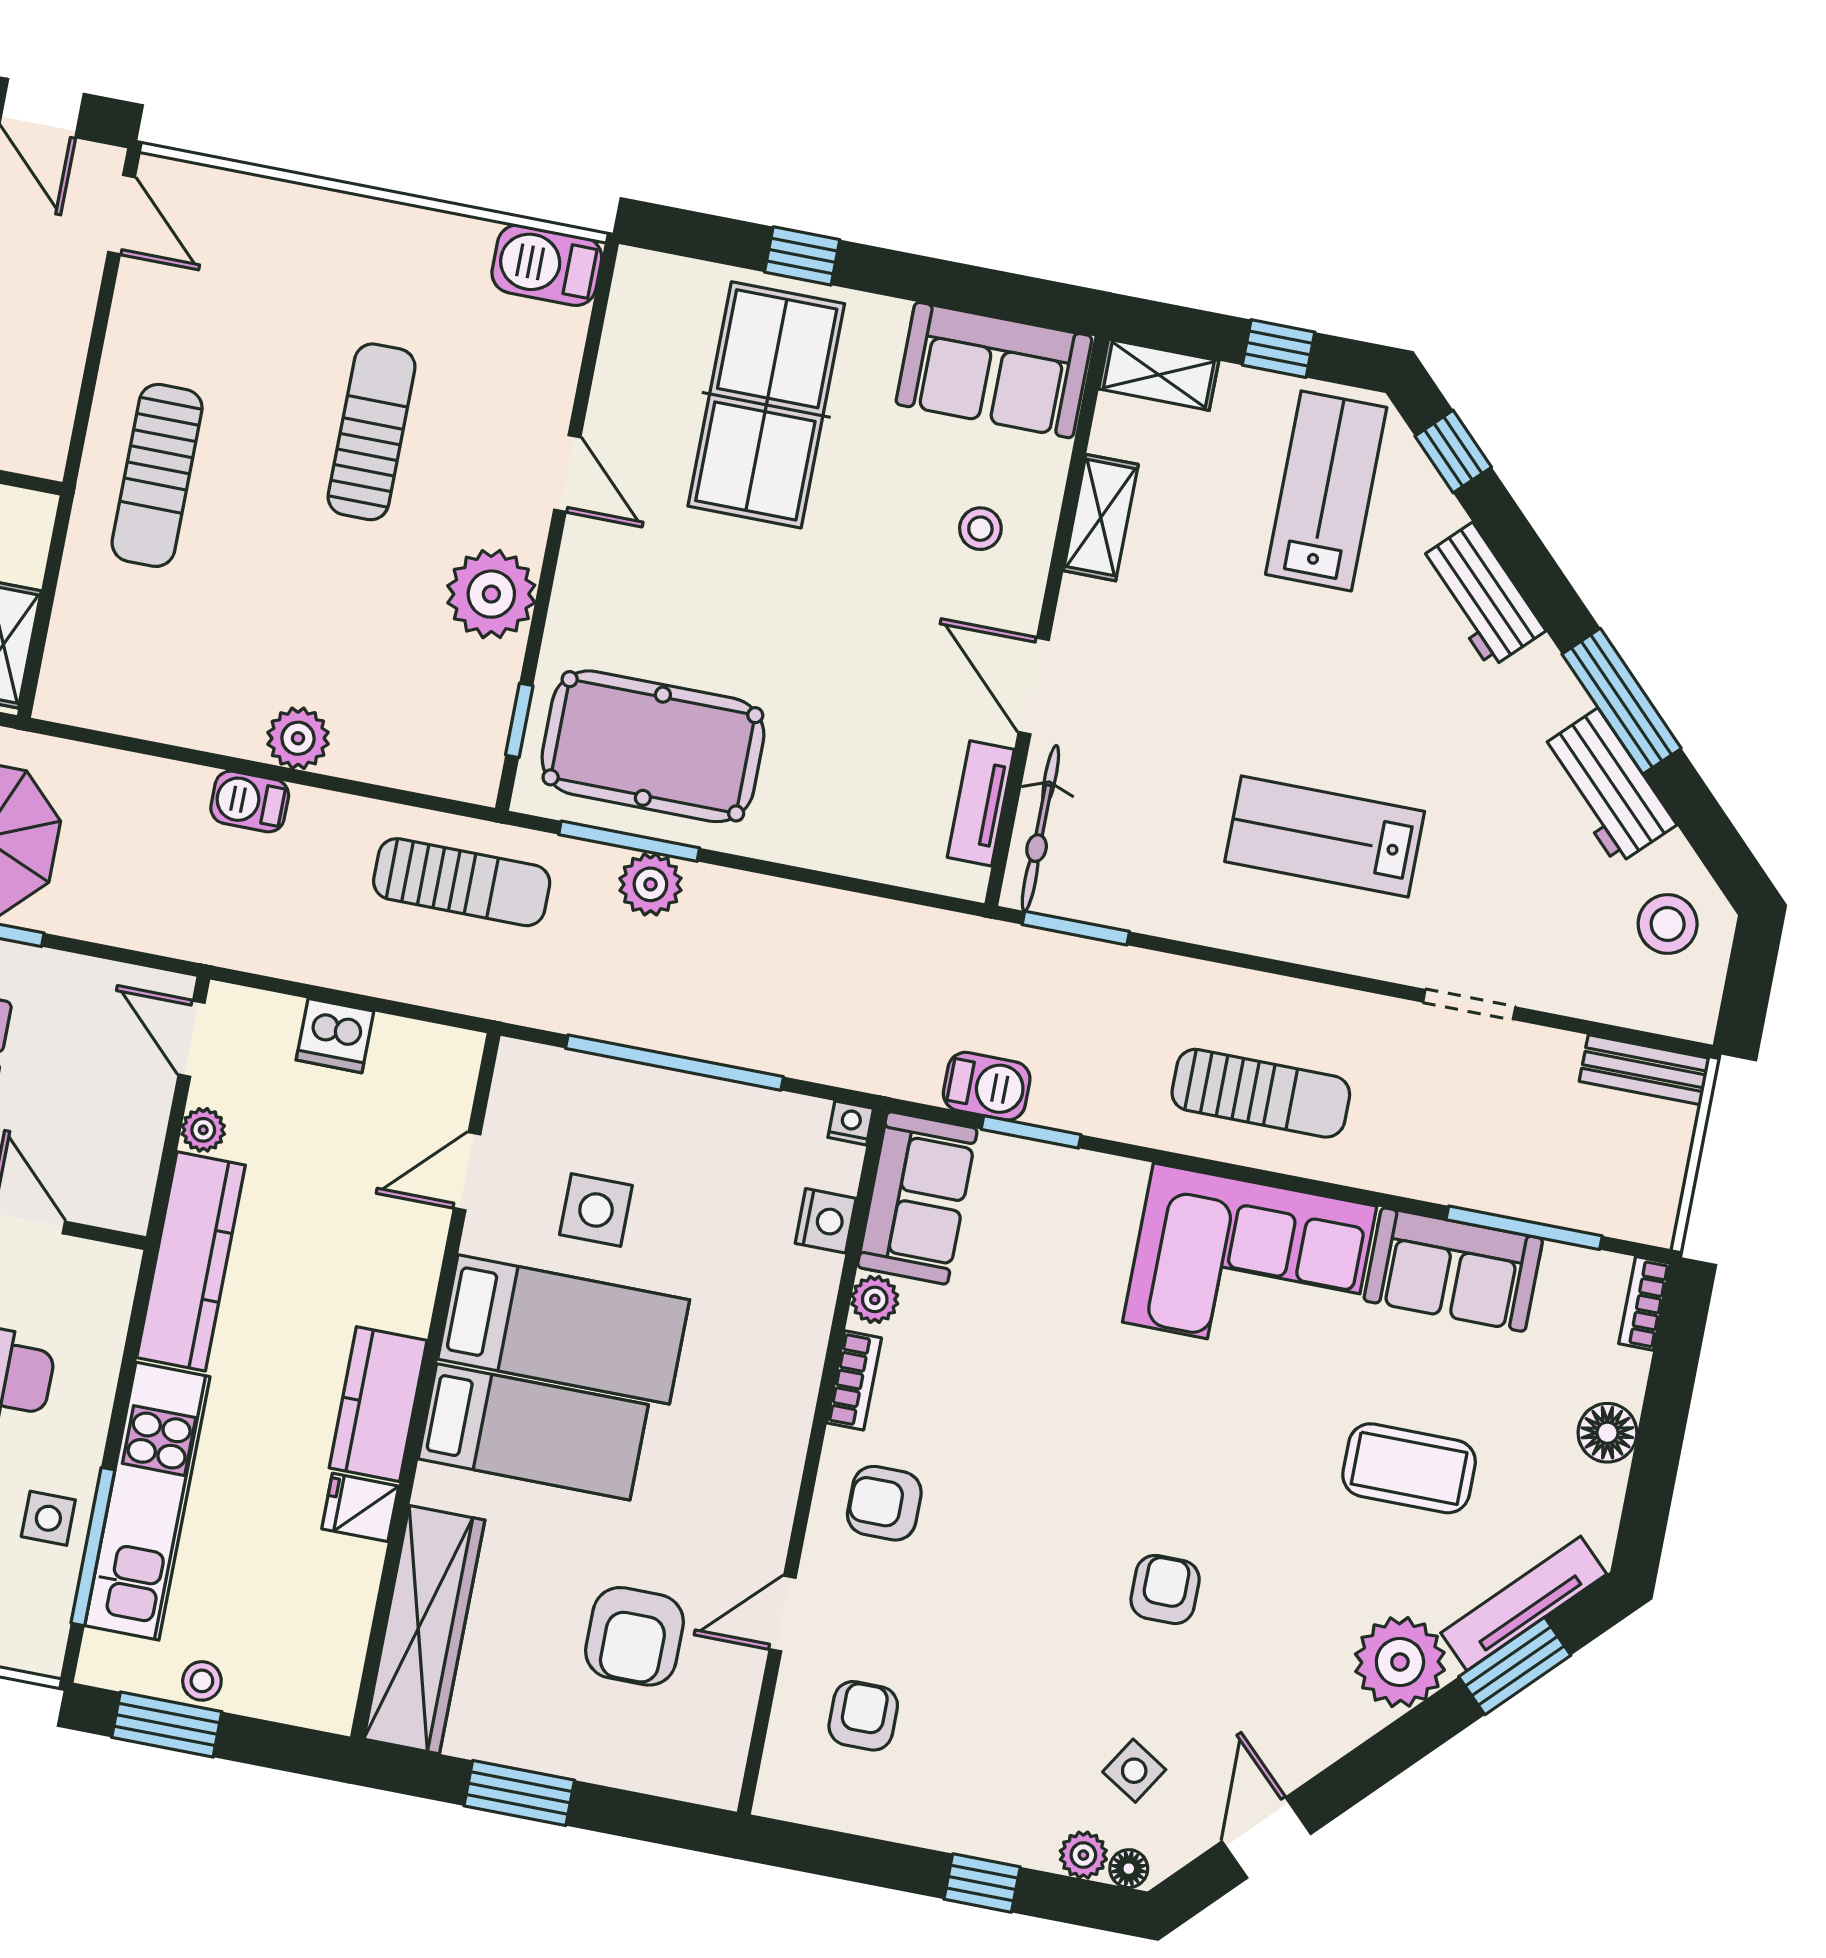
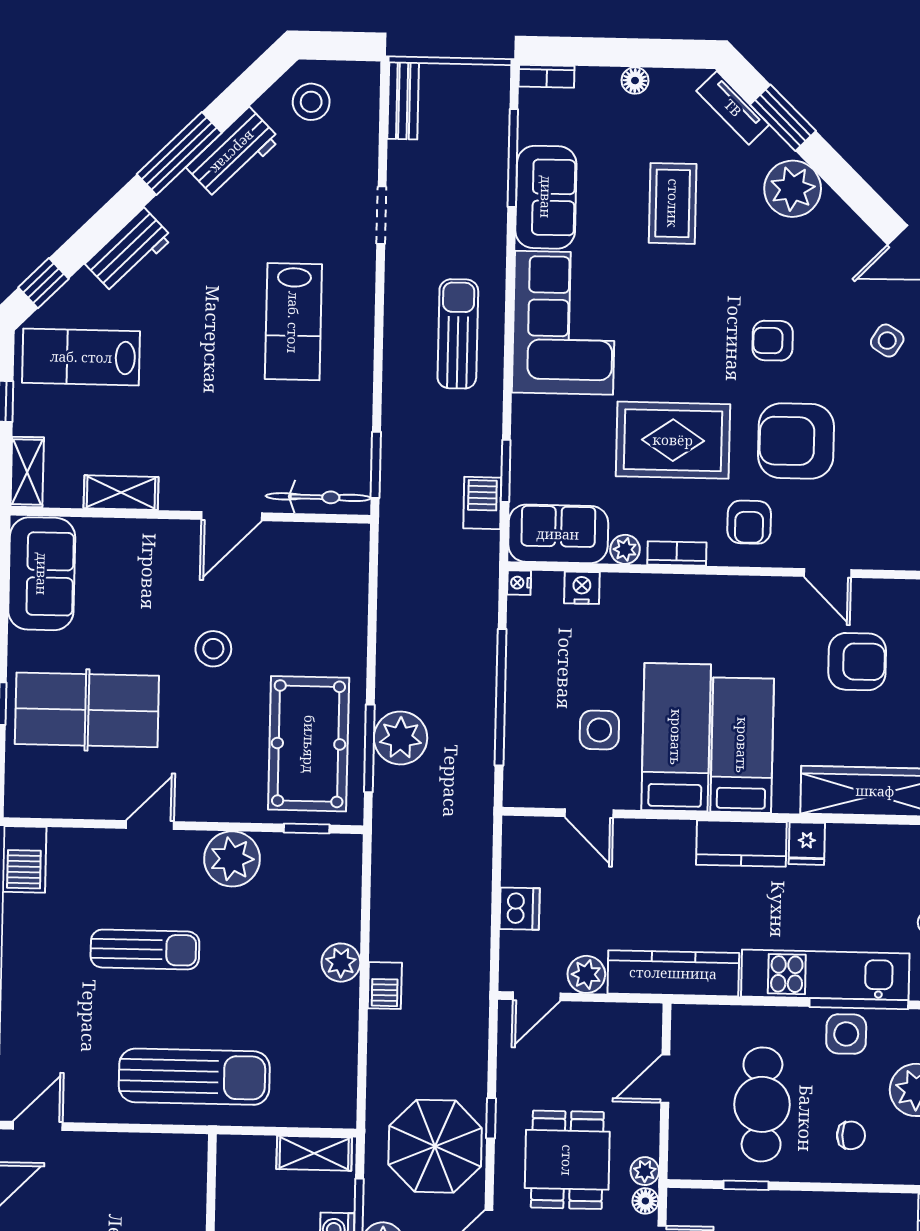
sun lounger: (372, 432) -> (145, 950), turned 180
sun lounger: (157, 475) -> (194, 1077), width x1.36, depth x1.34
stool: (980, 529) -> (213, 649), moved, width x1.37, depth x1.37
tv unit: (981, 803) -> (309, 536), removed
sun lounger: (462, 882) -> (412, 847), removed
plant: (650, 884) -> (401, 738), width x1.36, depth x1.36
plant: (203, 1130) -> (586, 974), width x1.38, depth x1.38
rug: (1034, 1405) -> (673, 440), added
floor lamp: (1607, 1433) -> (635, 81), width x0.73, depth x0.73
side table: (48, 1518) -> (846, 1034), width x1.37, depth x1.37
tv unit: (1524, 1603) -> (733, 108), width x0.71
armchair: (863, 1716) -> (796, 441), moved, width x1.88, depth x1.88

